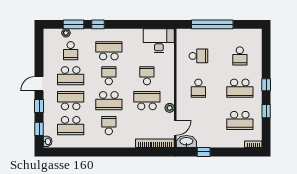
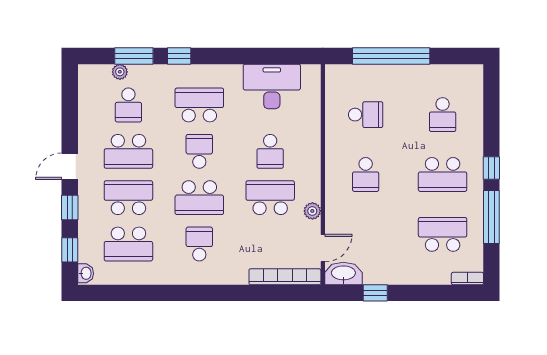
desk: (159, 41) -> (272, 86), moved
school desk: (147, 76) -> (270, 151), turned 180
window: (266, 111) -> (491, 217), width x2.17
school desk: (240, 120) -> (443, 234), turned 180

